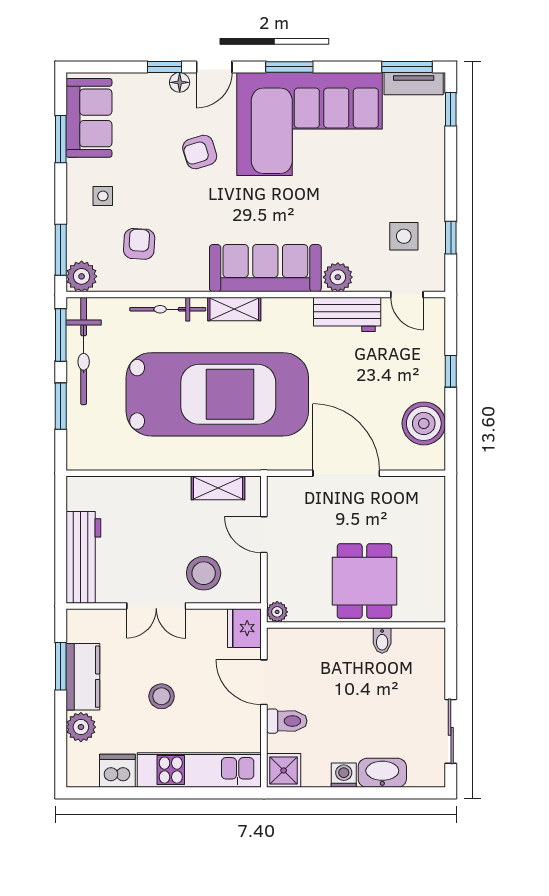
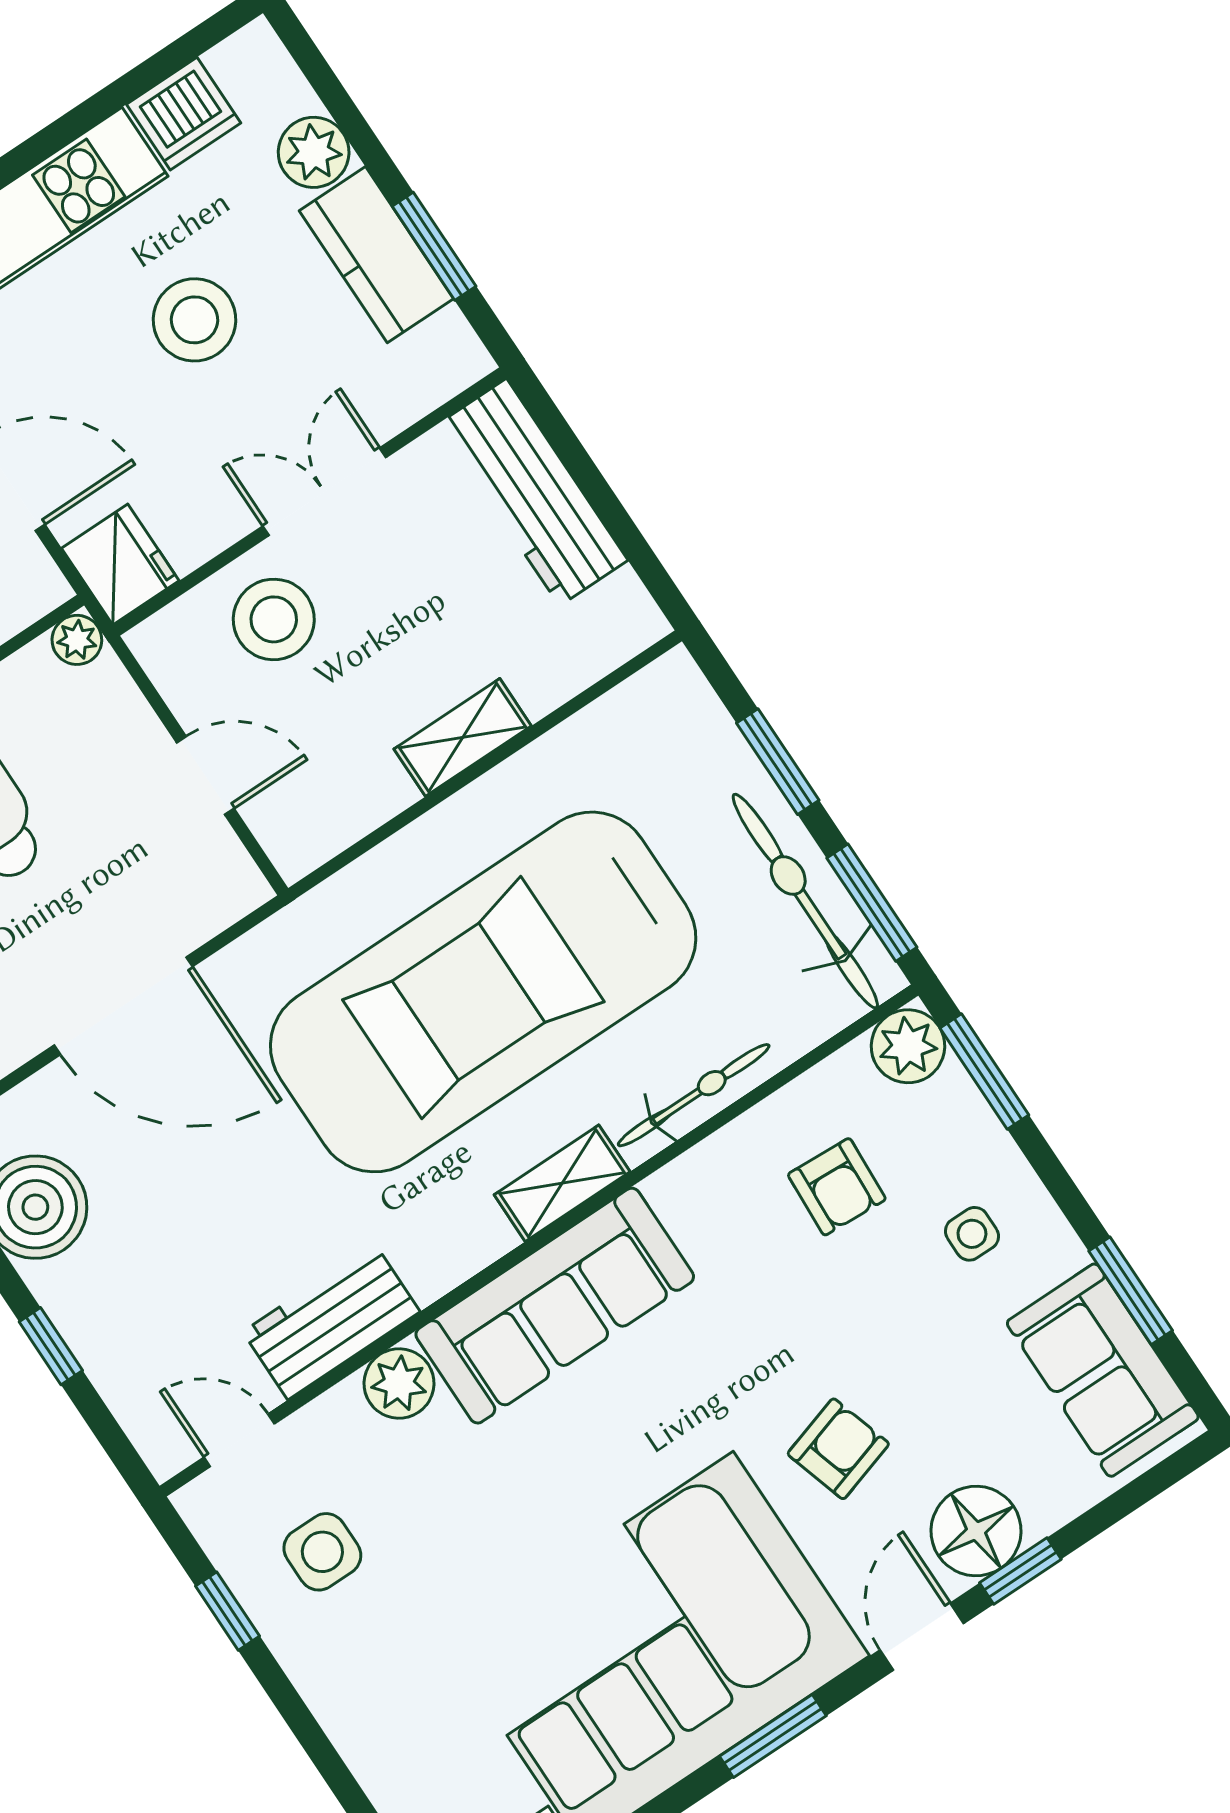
floor lamp: (180, 82) -> (976, 1531), width x1.89, depth x1.89
shelving: (218, 488) -> (463, 737), moved
stool: (162, 696) -> (194, 320), width x1.38, depth x1.38

